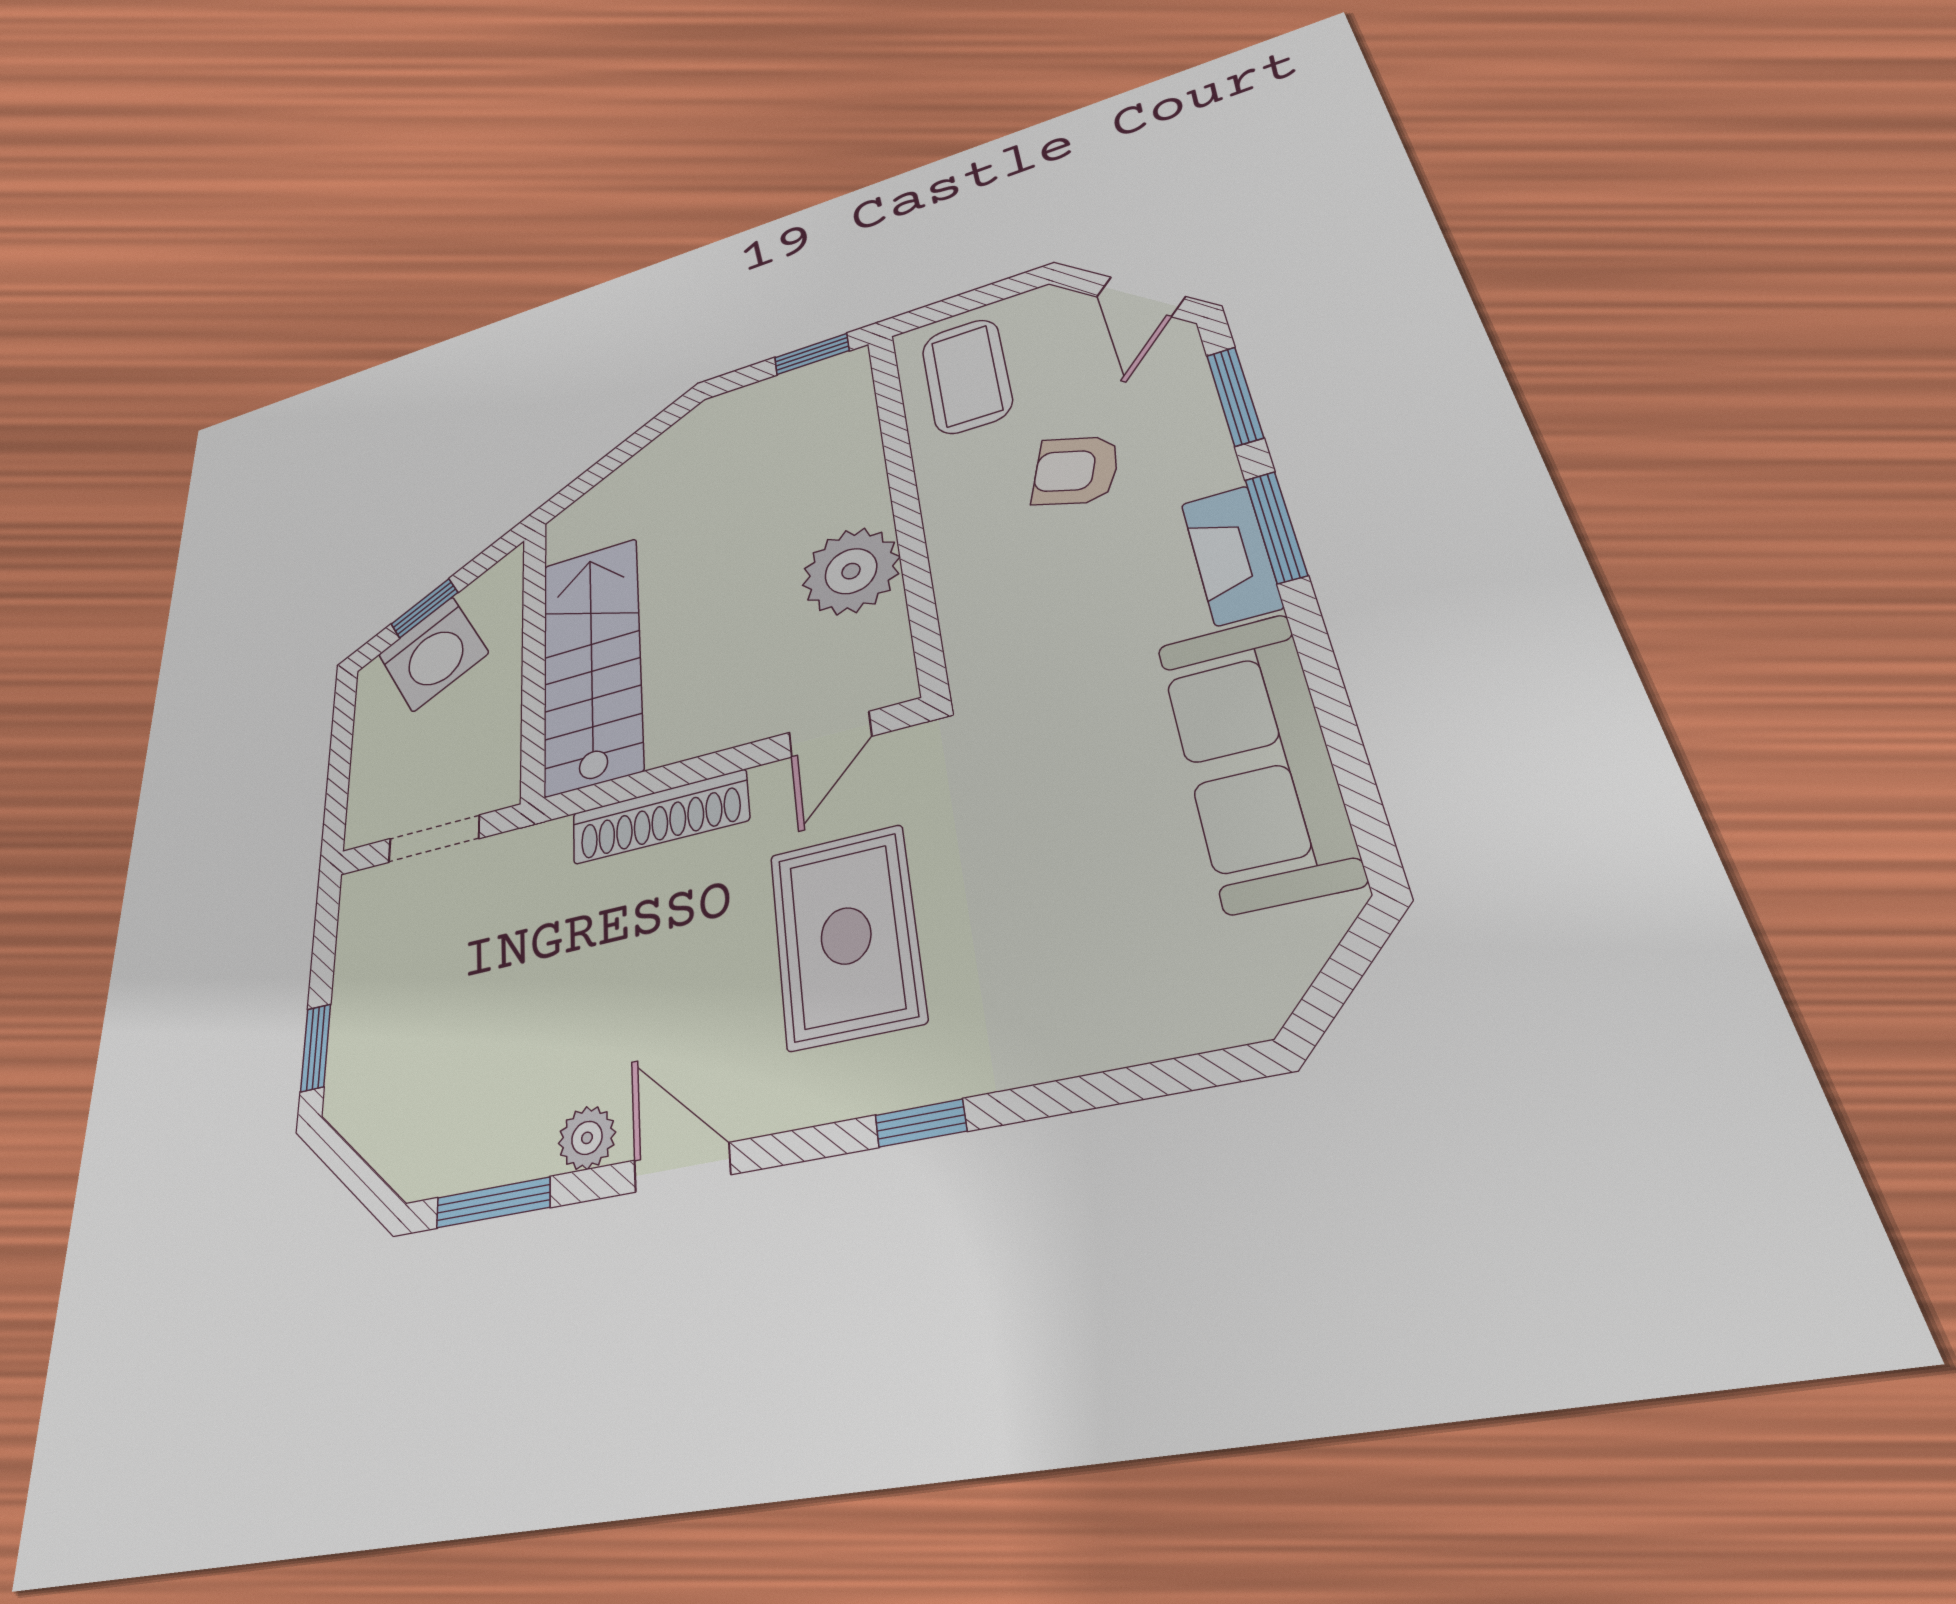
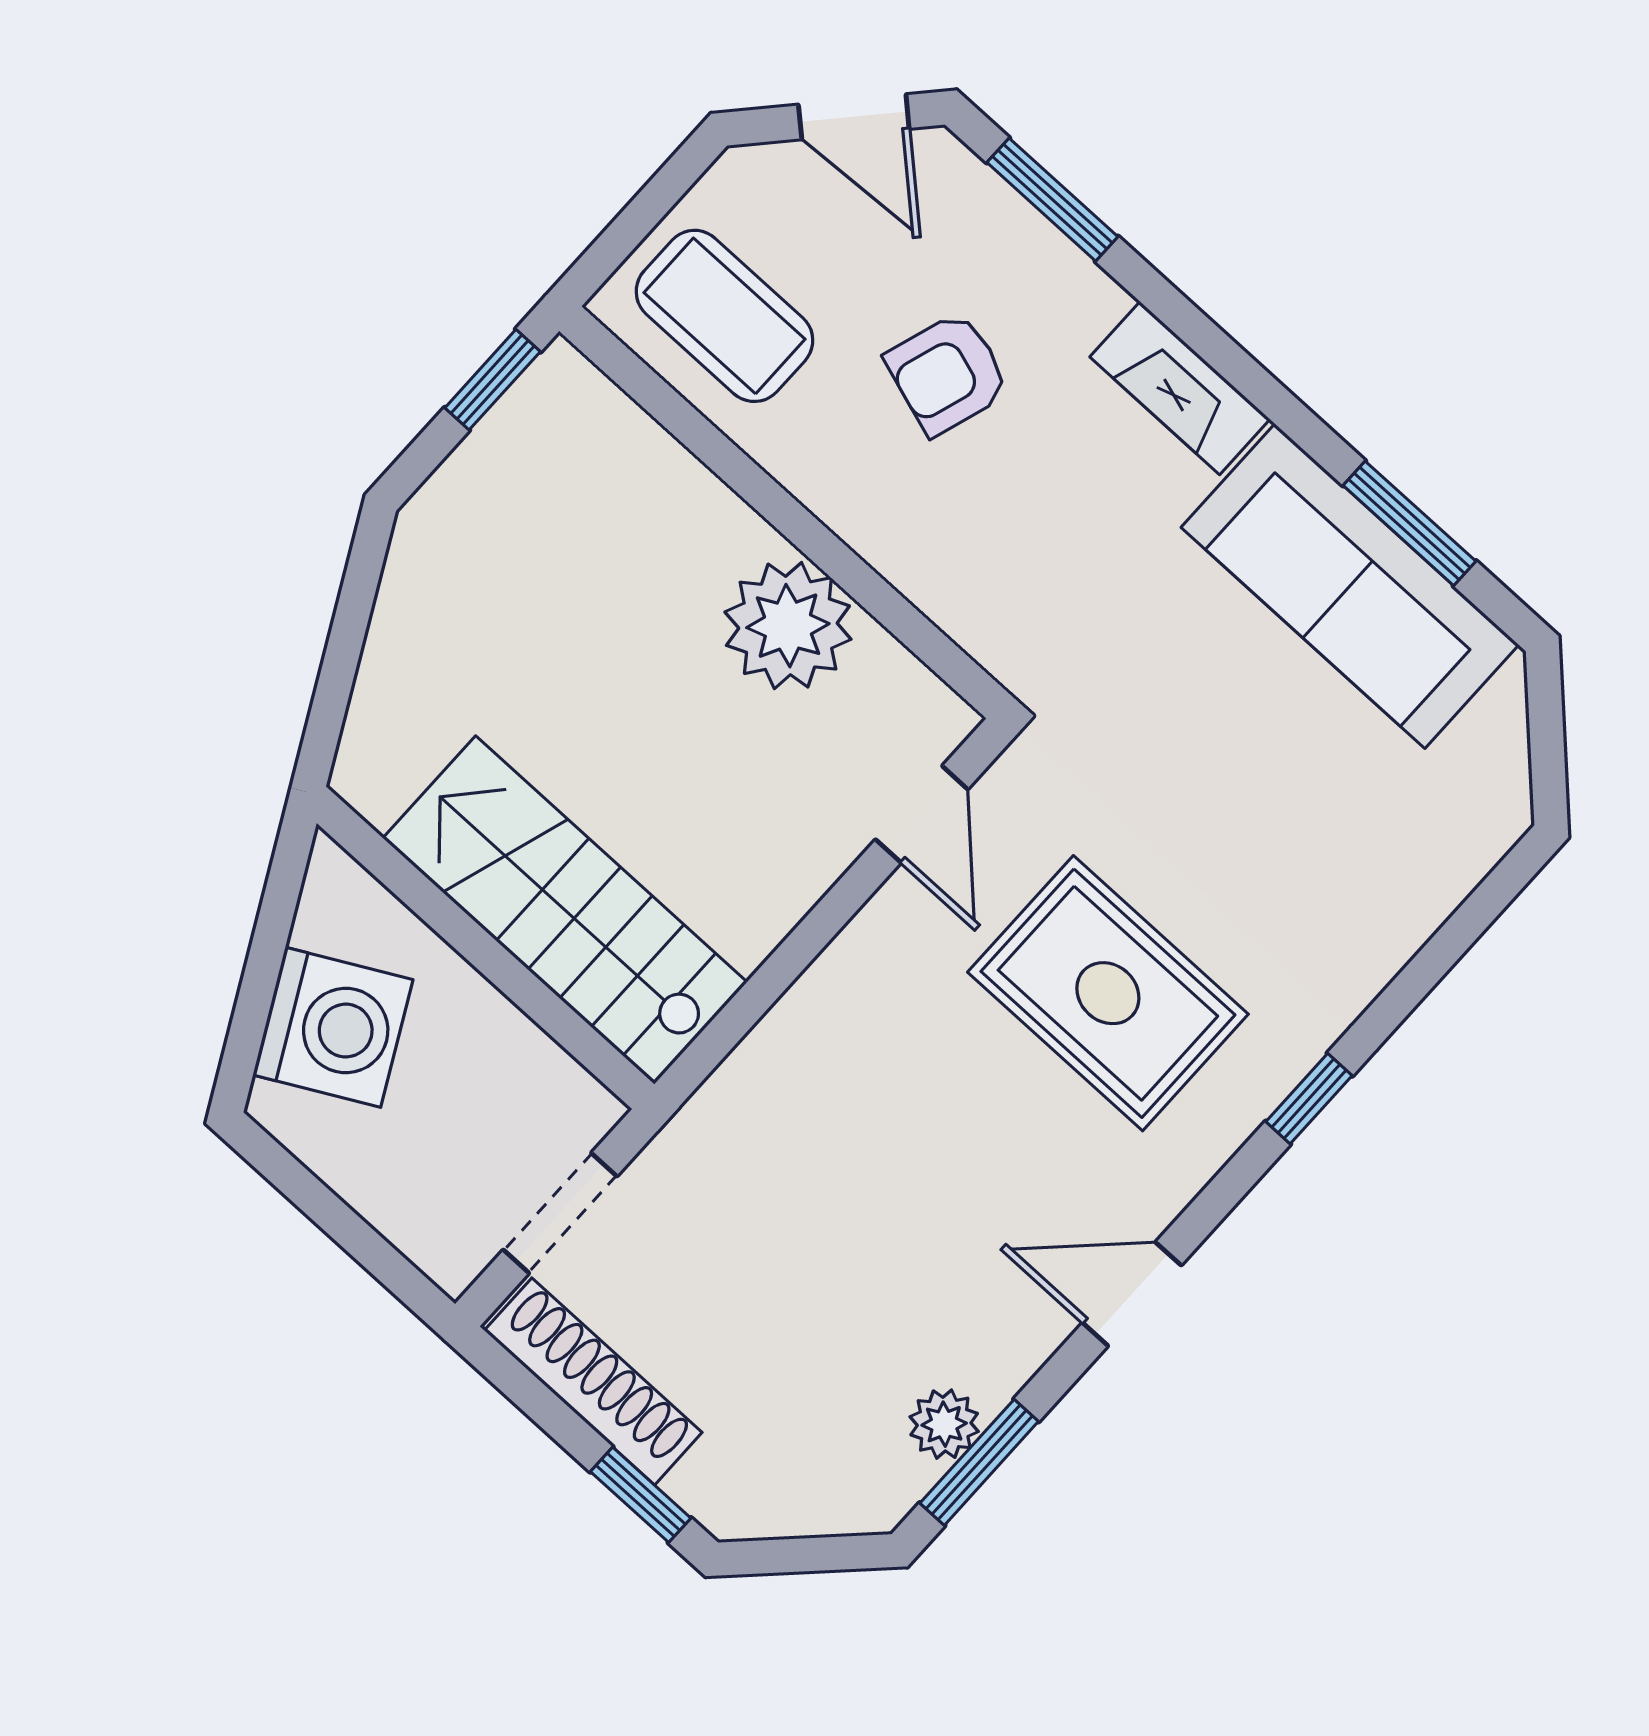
window: (1276, 527) -> (1409, 523), moved
window: (424, 608) -> (259, 984), removed
shoe rack: (660, 817) -> (593, 1381), moved, turned -90
plant: (587, 1138) -> (944, 1424), moved

